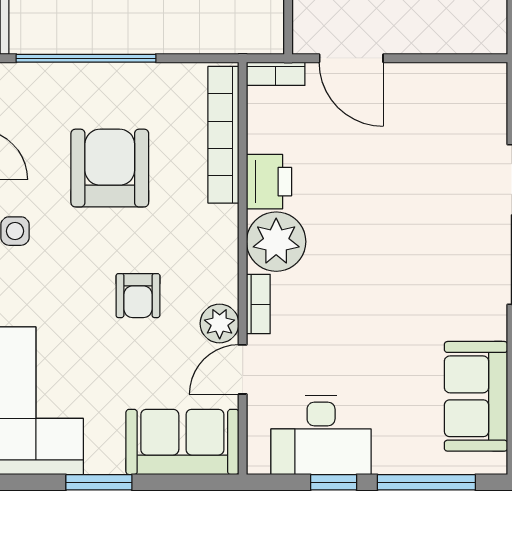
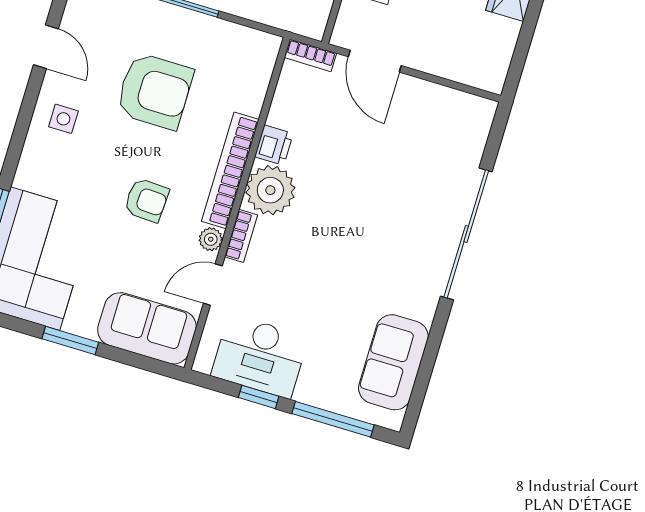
bookcase: (223, 135) -> (230, 170), moved
armchair: (110, 168) -> (155, 91), turned 90
printer: (269, 182) -> (274, 145), width x0.73, depth x0.81
armchair: (138, 296) -> (147, 200), turned -87
plant: (220, 324) -> (211, 239), width x0.73, depth x0.73

